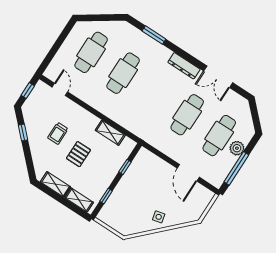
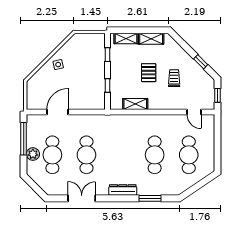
dresser: (184, 66) -> (123, 190), moved
door: (188, 173) -> (57, 112), hinge flipped

